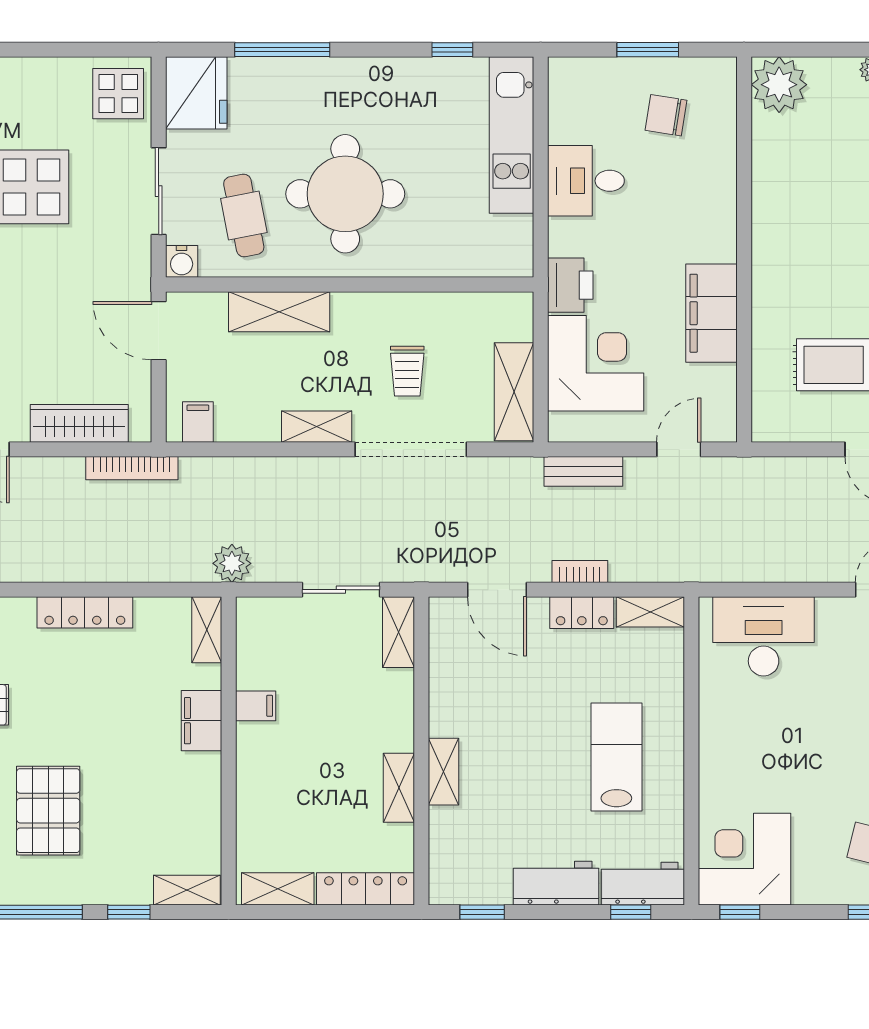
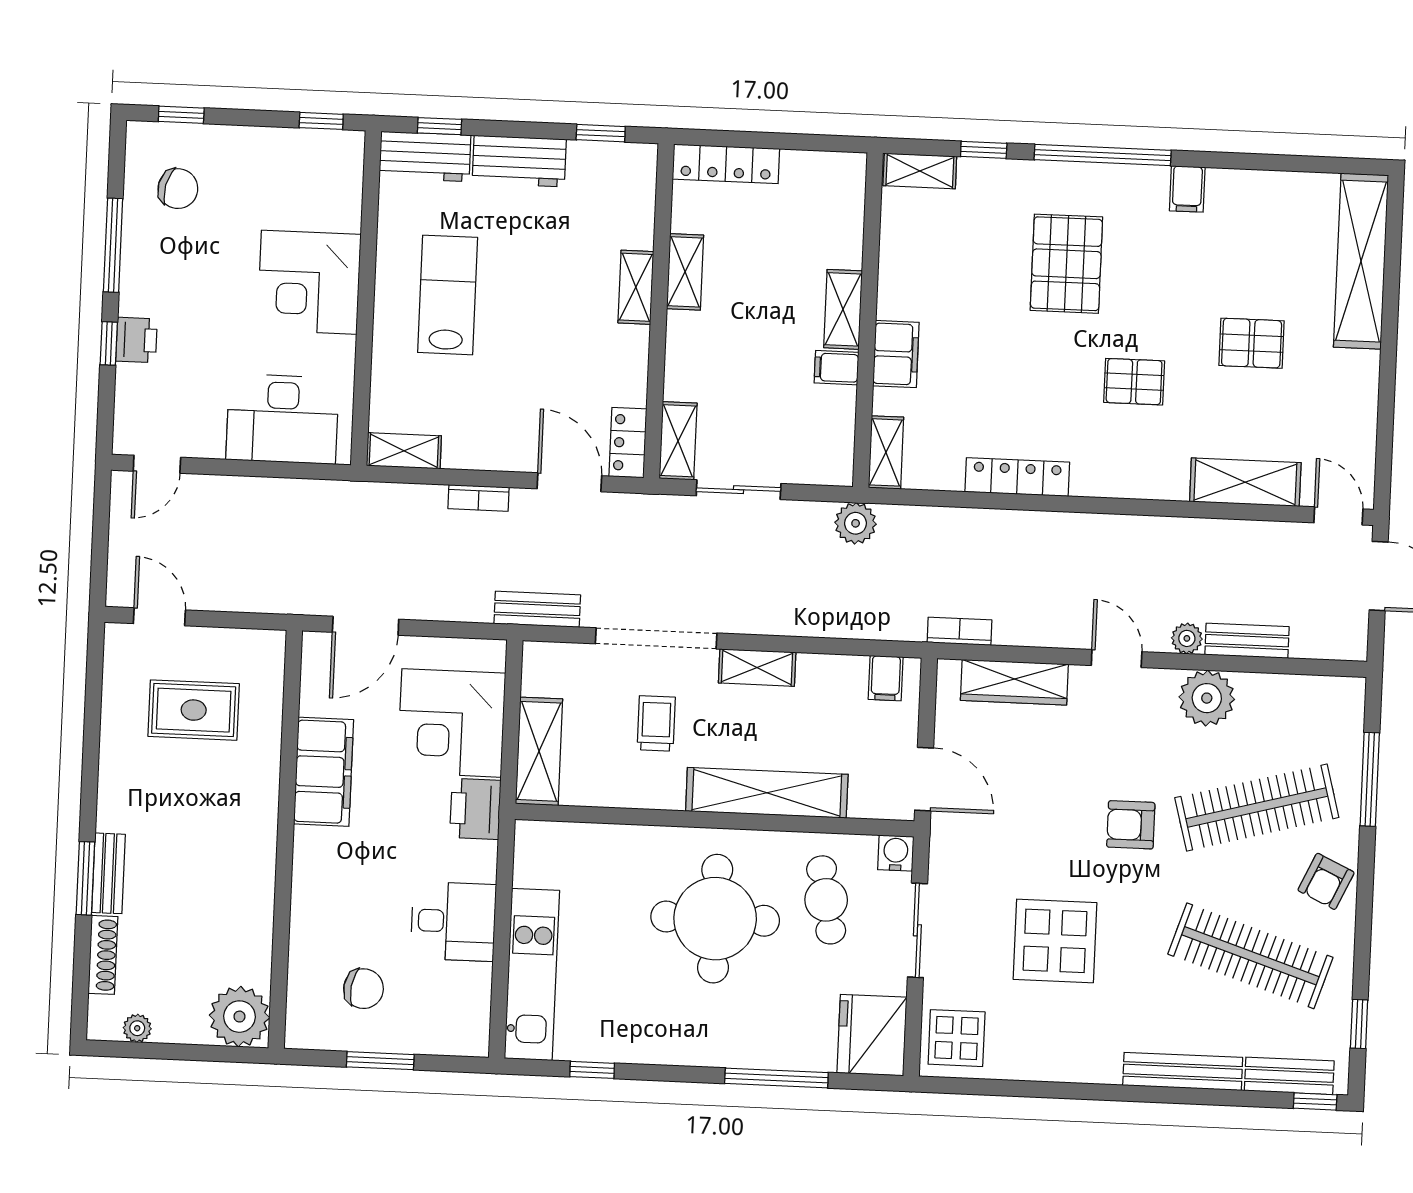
shelving: (279, 312) -> (767, 793), width x1.47
shelving: (514, 392) -> (539, 751), moved
door: (679, 449) -> (366, 626), width x1.38
bookcase: (132, 468) -> (960, 631), width x0.64
bench: (583, 471) -> (537, 609), moved
locker: (582, 613) -> (628, 443), moved, turned -90
lab bench: (616, 757) -> (448, 295), turned 180
corner desk: (744, 859) -> (309, 282), moved, turned 90
shelving: (278, 889) -> (843, 309), moved, turned 90

